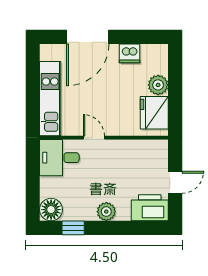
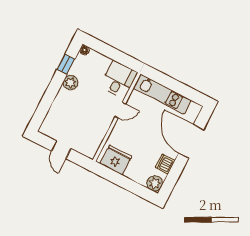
plant: (158, 85) -> (155, 183), moved
printer: (150, 208) -> (53, 124), removed
floor lamp: (51, 210) -> (84, 50), width x0.53, depth x0.53
plant: (106, 212) -> (70, 83), moved

